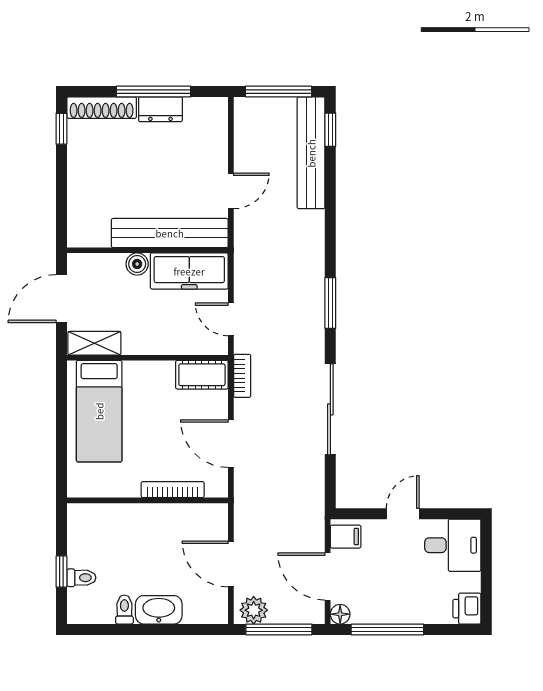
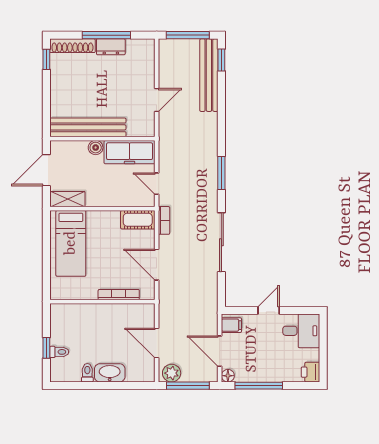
bench: (170, 233) -> (88, 127), moved

